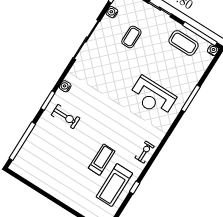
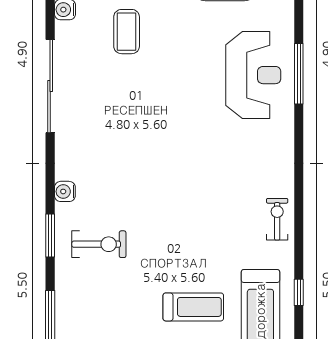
reception desk: (153, 97) -> (253, 75), moved, turned -90
treadmill: (102, 160) -> (193, 307), moved, turned 90

